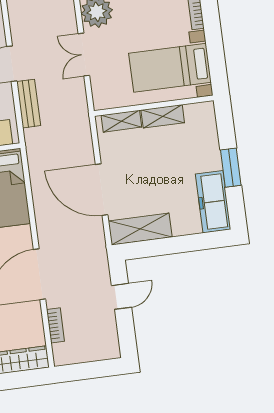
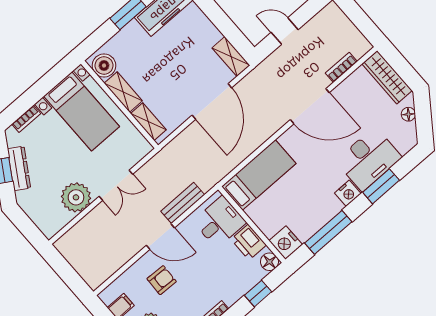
boiler: (198, 115) -> (104, 65), added
shelving: (140, 229) -> (231, 56), width x0.67, depth x0.75

